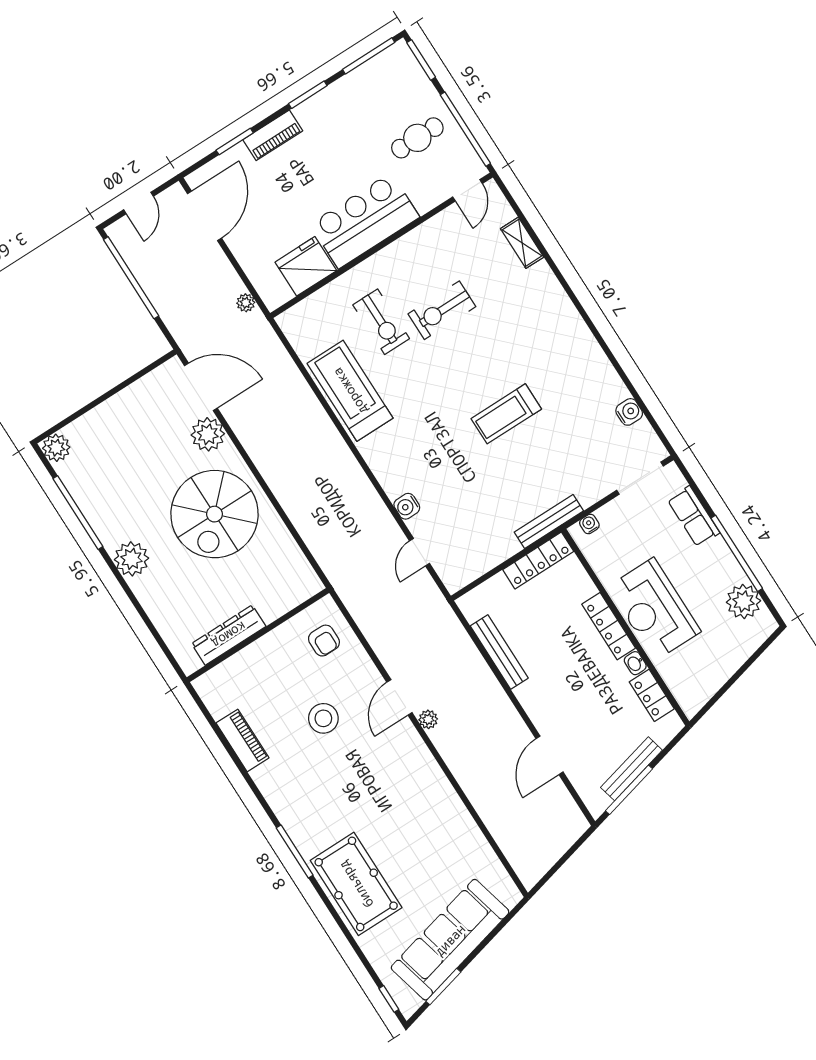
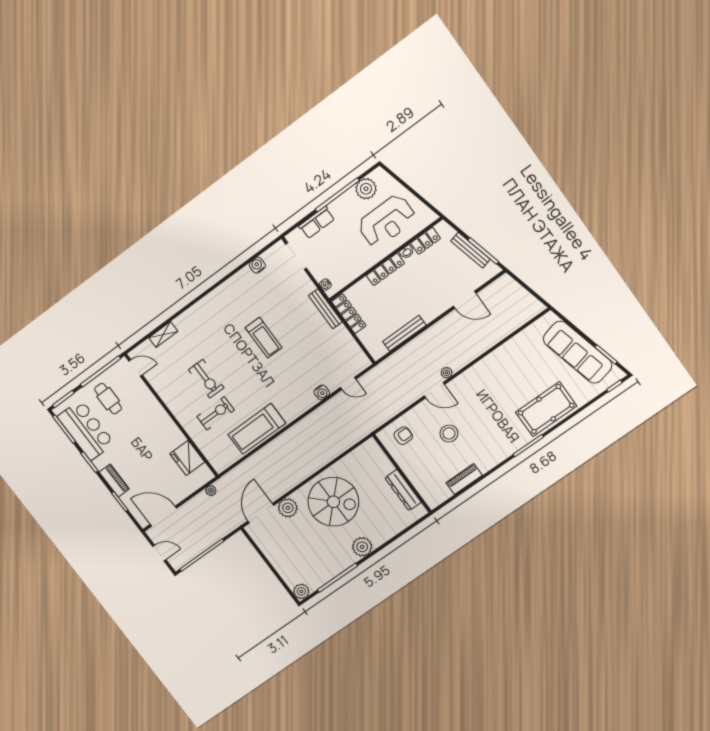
bar counter: (365, 221) -> (86, 430), moved, turned 180
reception desk: (654, 609) -> (387, 221), moved

